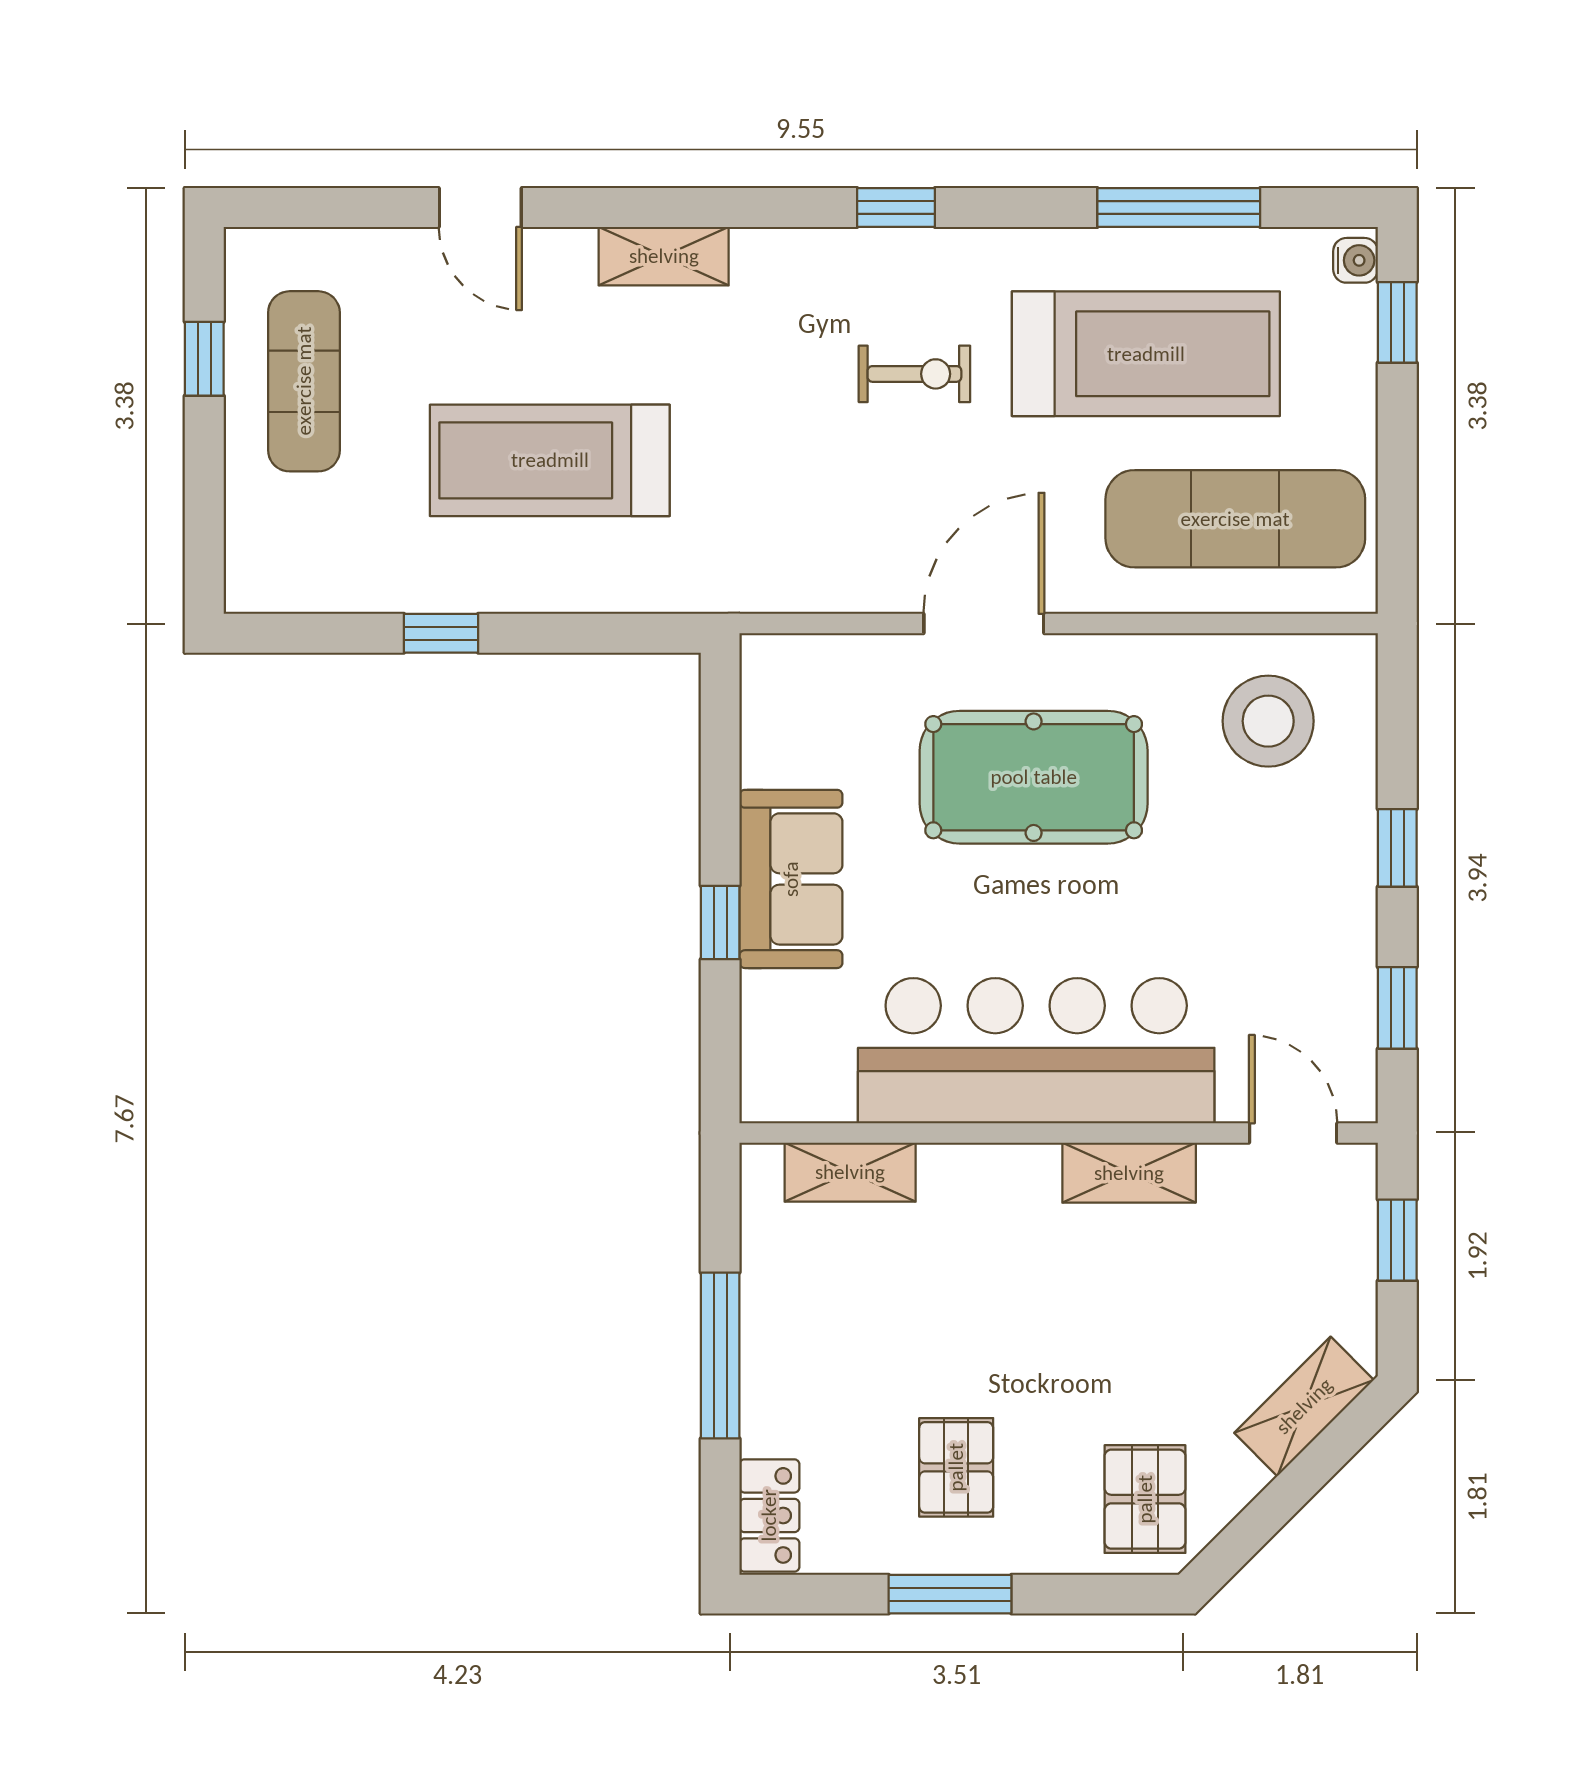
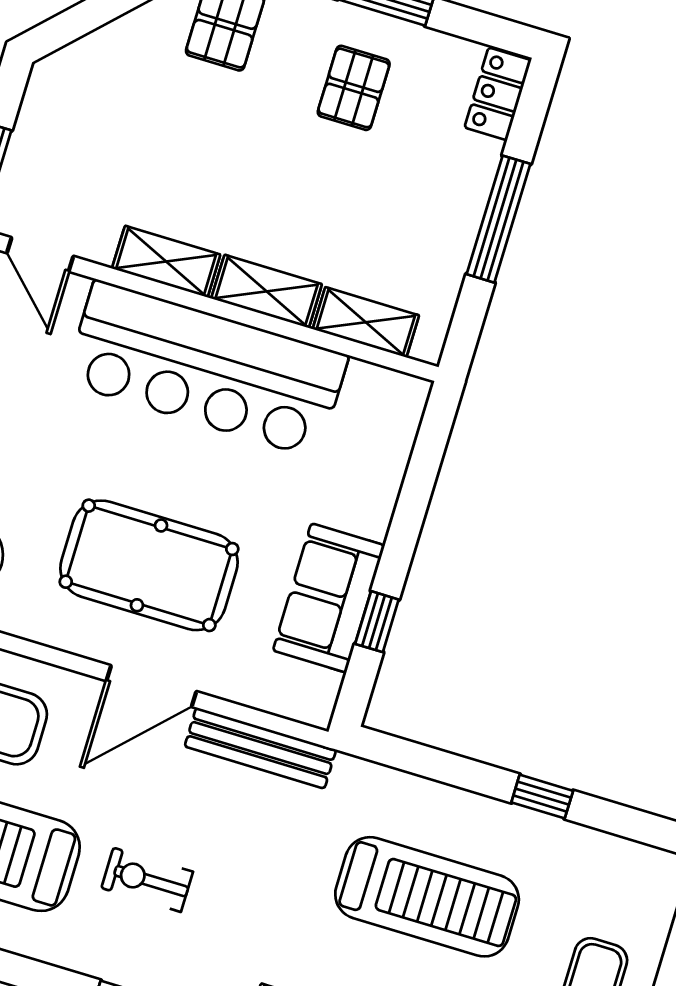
bench: (821, 586) -> (260, 748), added
sofa: (791, 879) -> (329, 598), moved
window: (720, 922) -> (377, 622), moved
shelving: (1304, 1406) -> (267, 291), moved, turned 45

